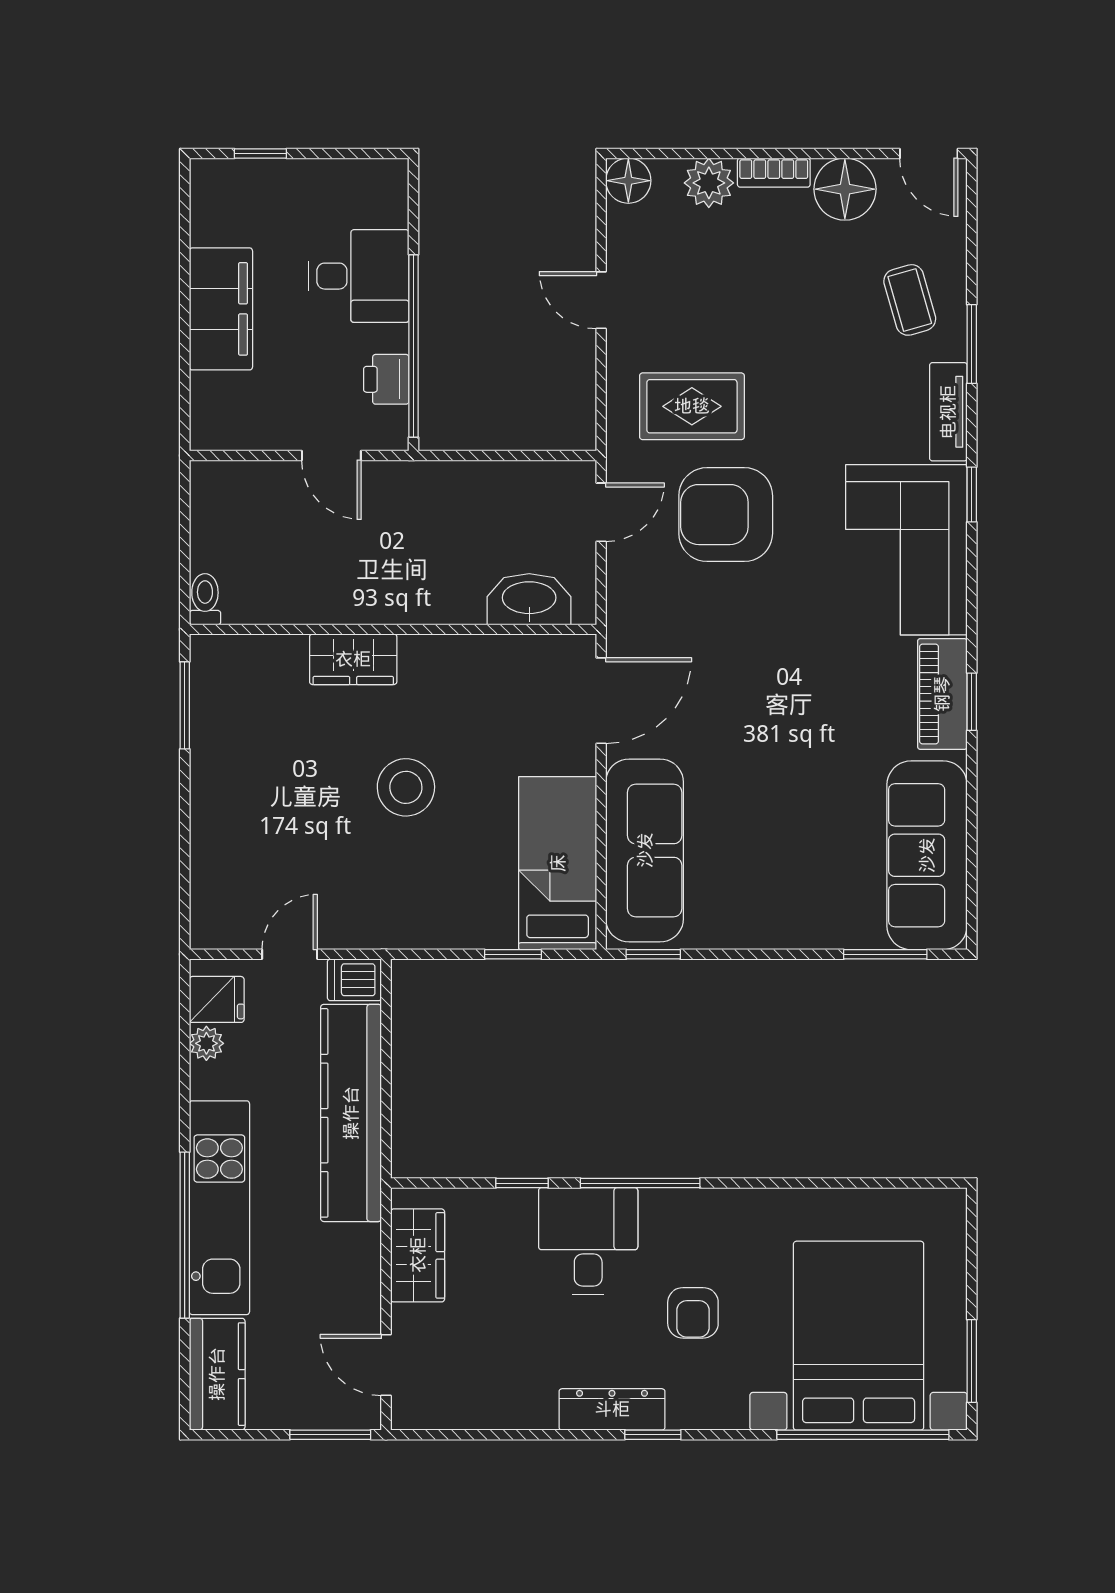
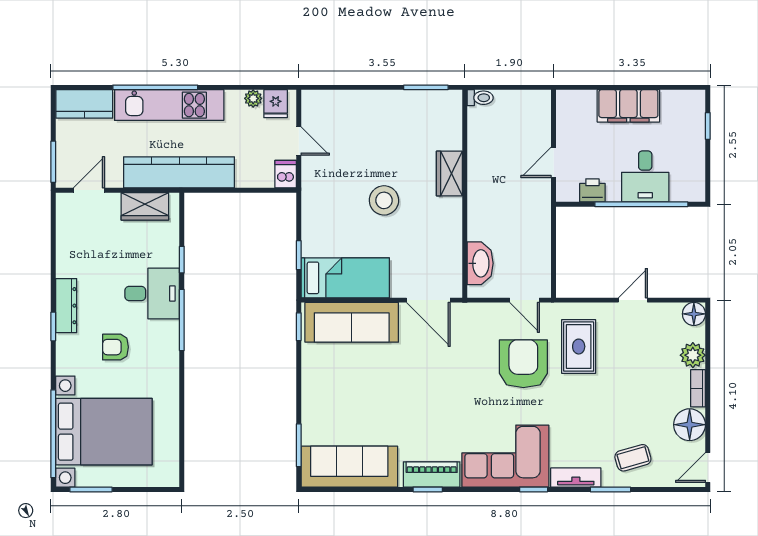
window: (413, 346) -> (641, 204), moved
kitchen counter: (351, 1113) -> (179, 172), moved

